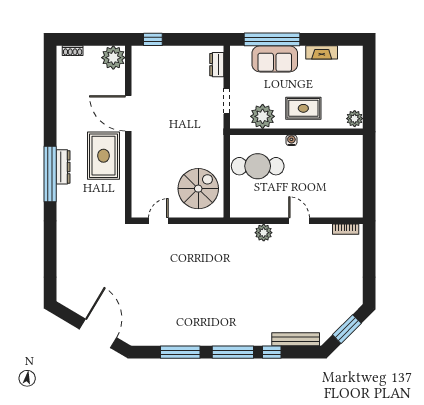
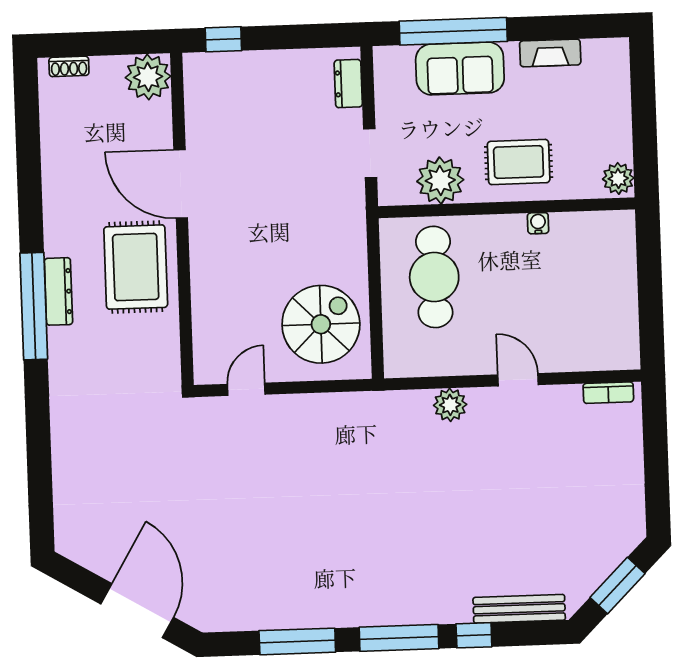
water cooler: (291, 140) -> (538, 223), moved
cafe table: (258, 166) -> (434, 277), turned 90

